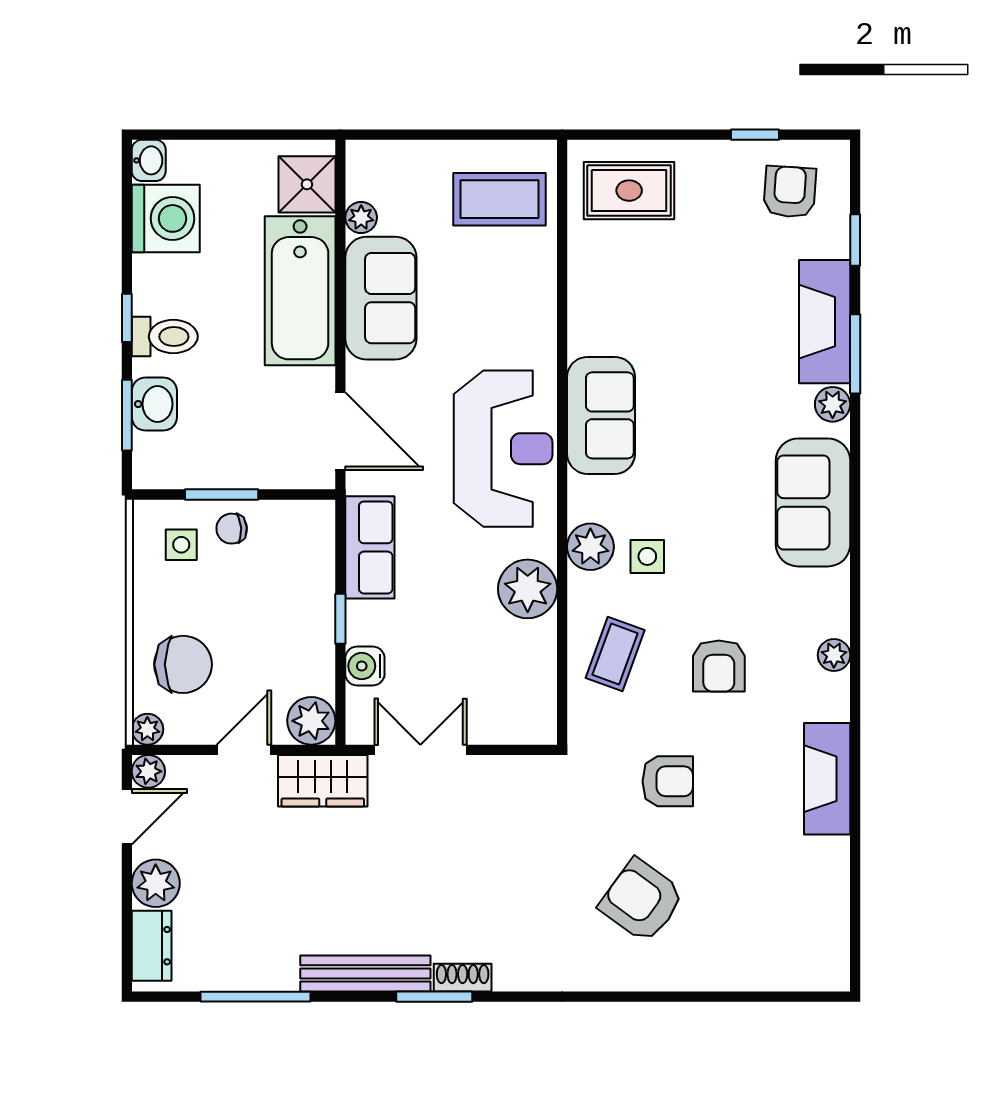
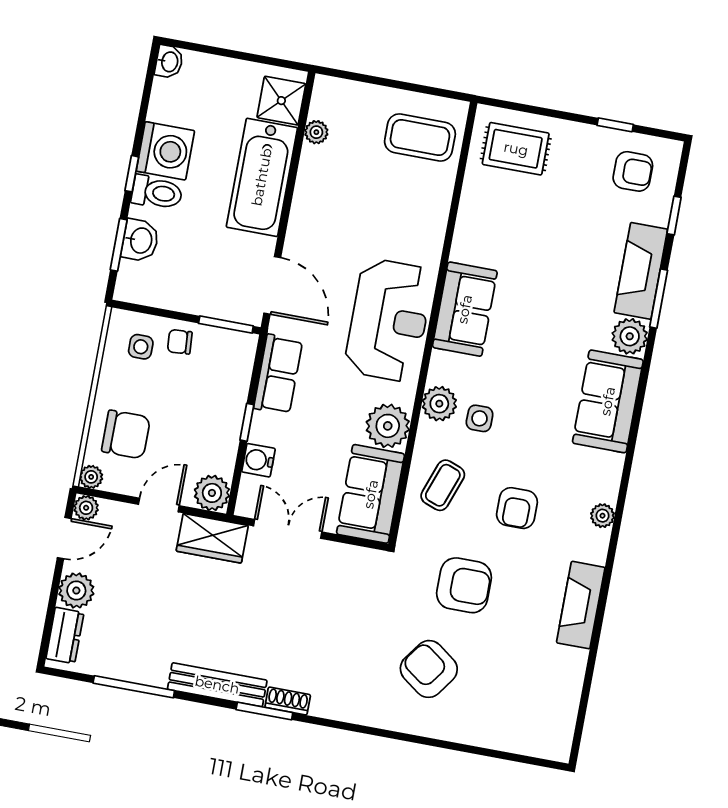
armchair: (790, 192) -> (633, 171), turned 86
washing machine: (166, 218) -> (165, 151), moved
sofa: (381, 298) -> (371, 494), moved, turned 180
plant: (833, 404) -> (630, 336), width x1.38, depth x1.38
window: (222, 494) -> (226, 325), moved
armchair: (668, 781) -> (464, 585), width x1.38, depth x1.38

